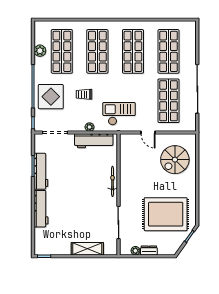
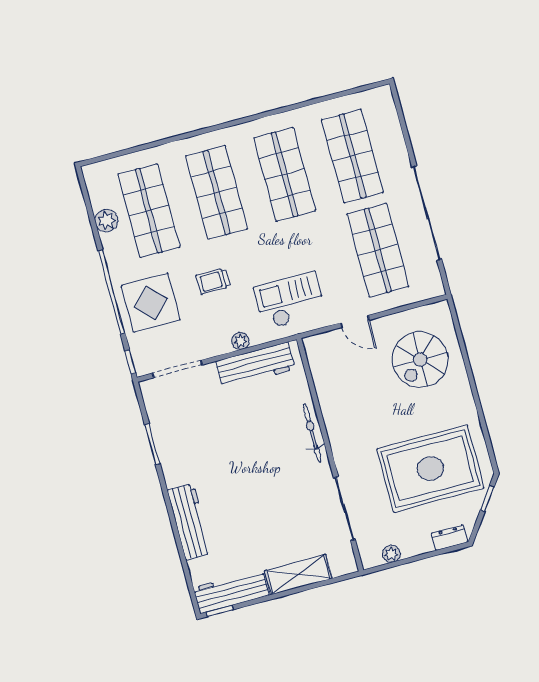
workbench: (41, 171) -> (231, 592), moved, turned -90
dresser: (149, 250) -> (449, 538), moved

